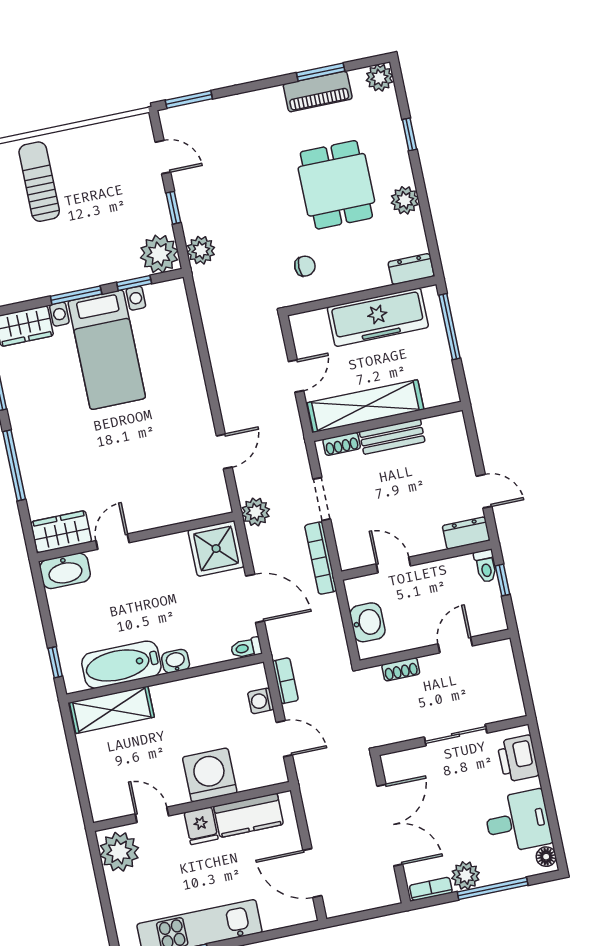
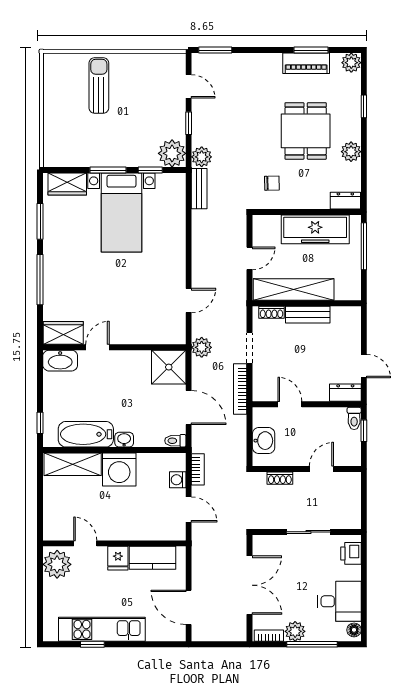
bench: (207, 295) -> (199, 189), added
printer: (518, 759) -> (351, 553), width x0.73, depth x0.81
washing machine: (210, 775) -> (119, 469), moved, turned 180

